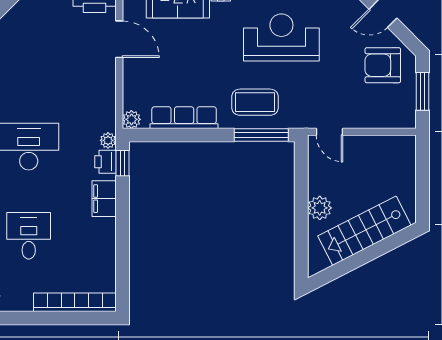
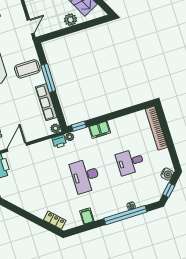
coffee table: (255, 102) -> (27, 69), turned 90
window: (261, 135) -> (48, 78), moved
printer: (105, 162) -> (59, 142), moved

